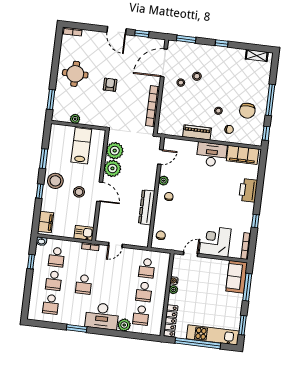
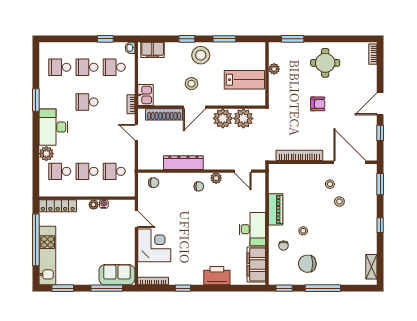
shoe rack: (103, 219) -> (164, 114), added

